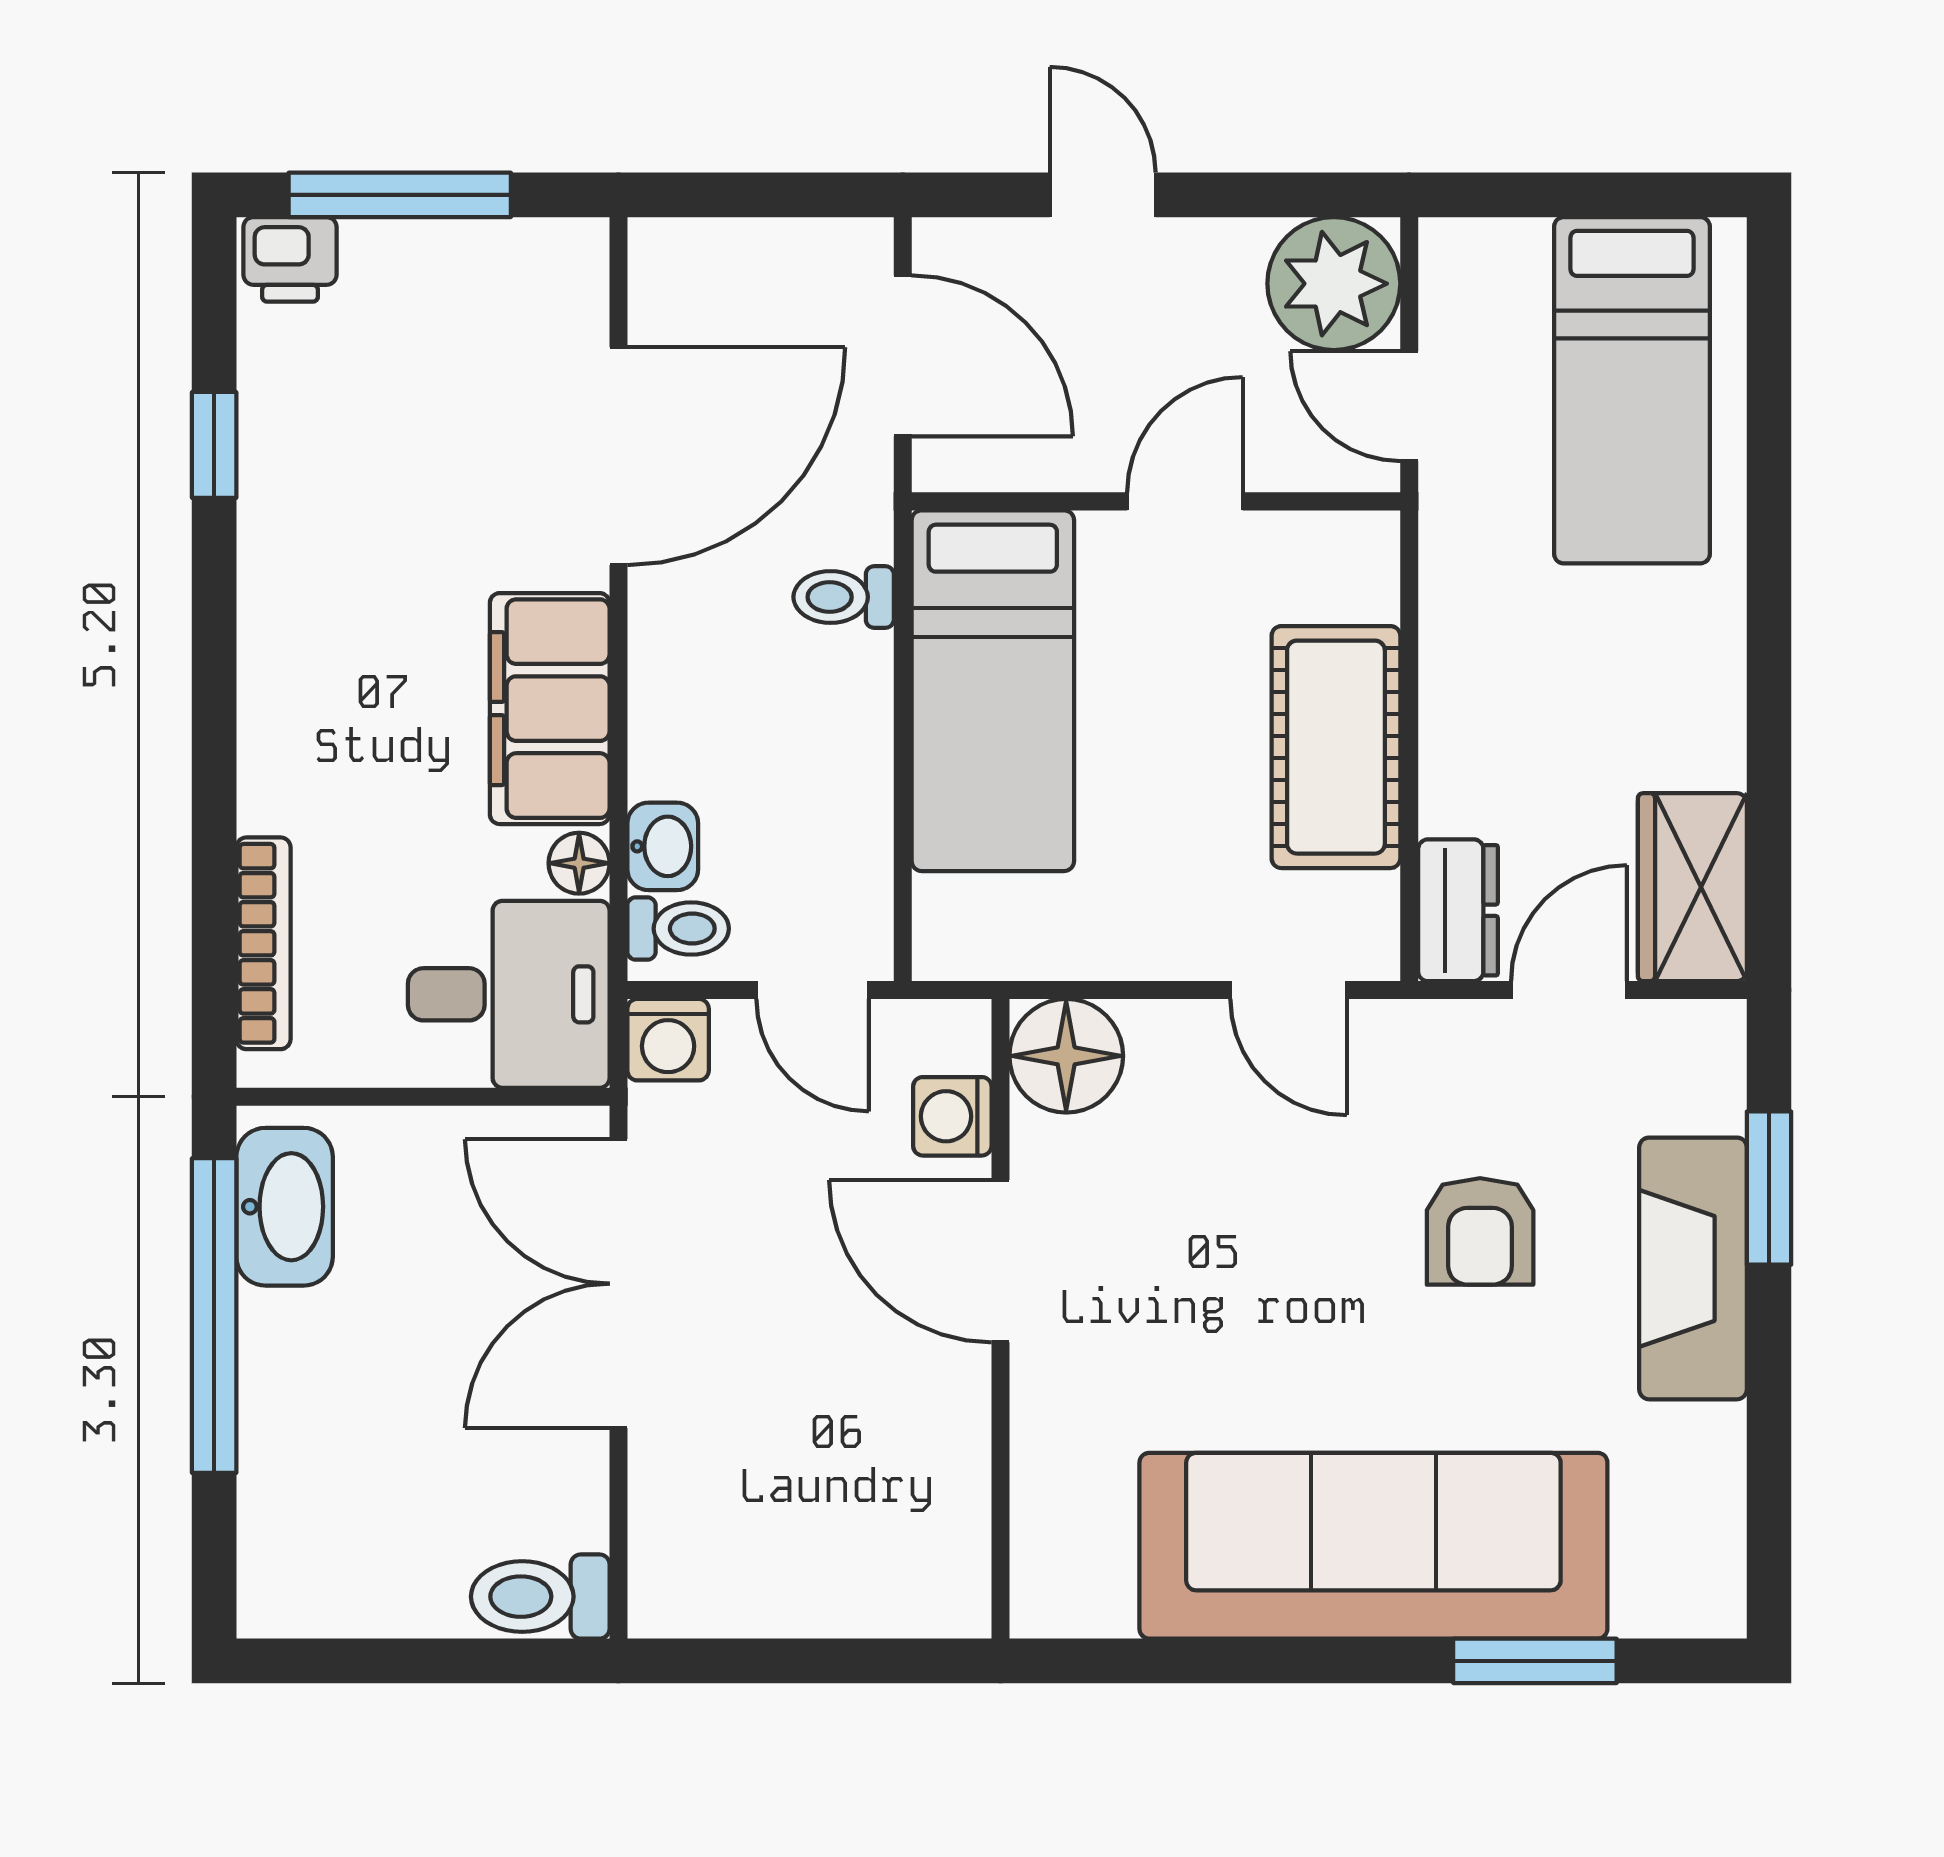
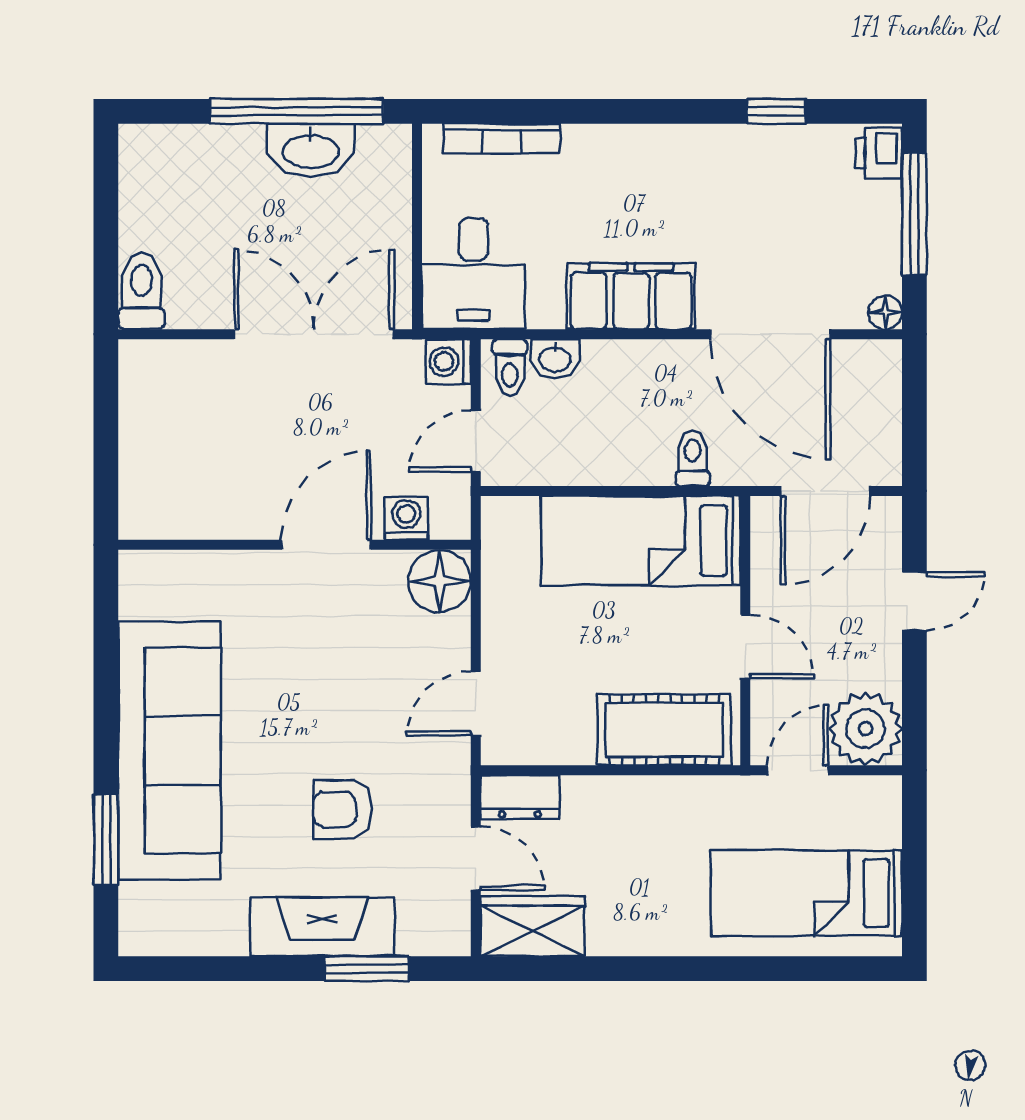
cot: (1336, 747) -> (664, 730), moved
floor lamp: (579, 863) -> (885, 312), moved
washbasin: (285, 1207) -> (311, 150), moved

